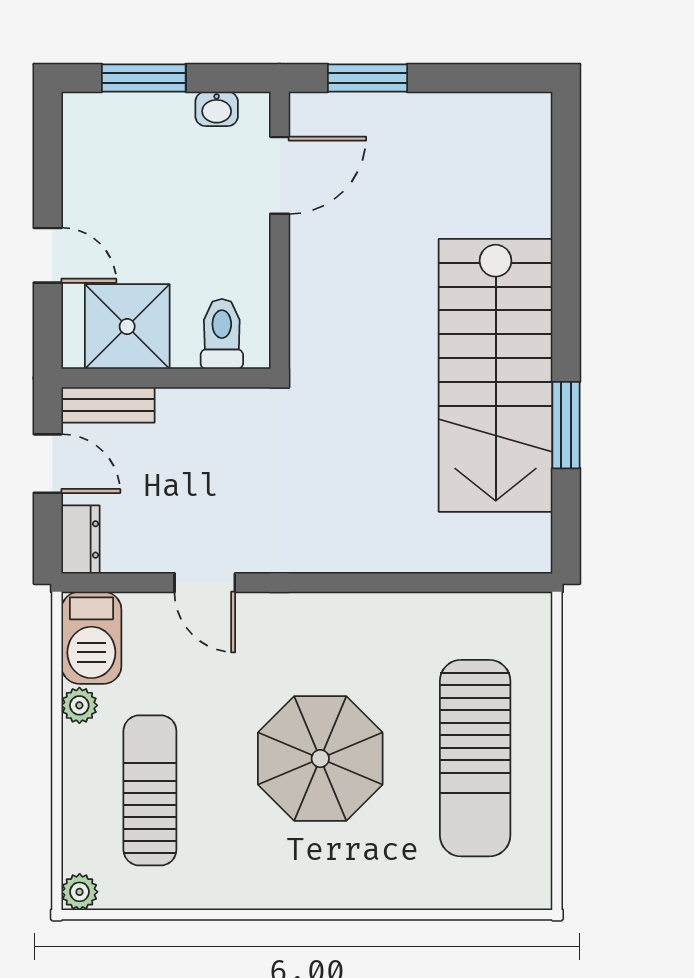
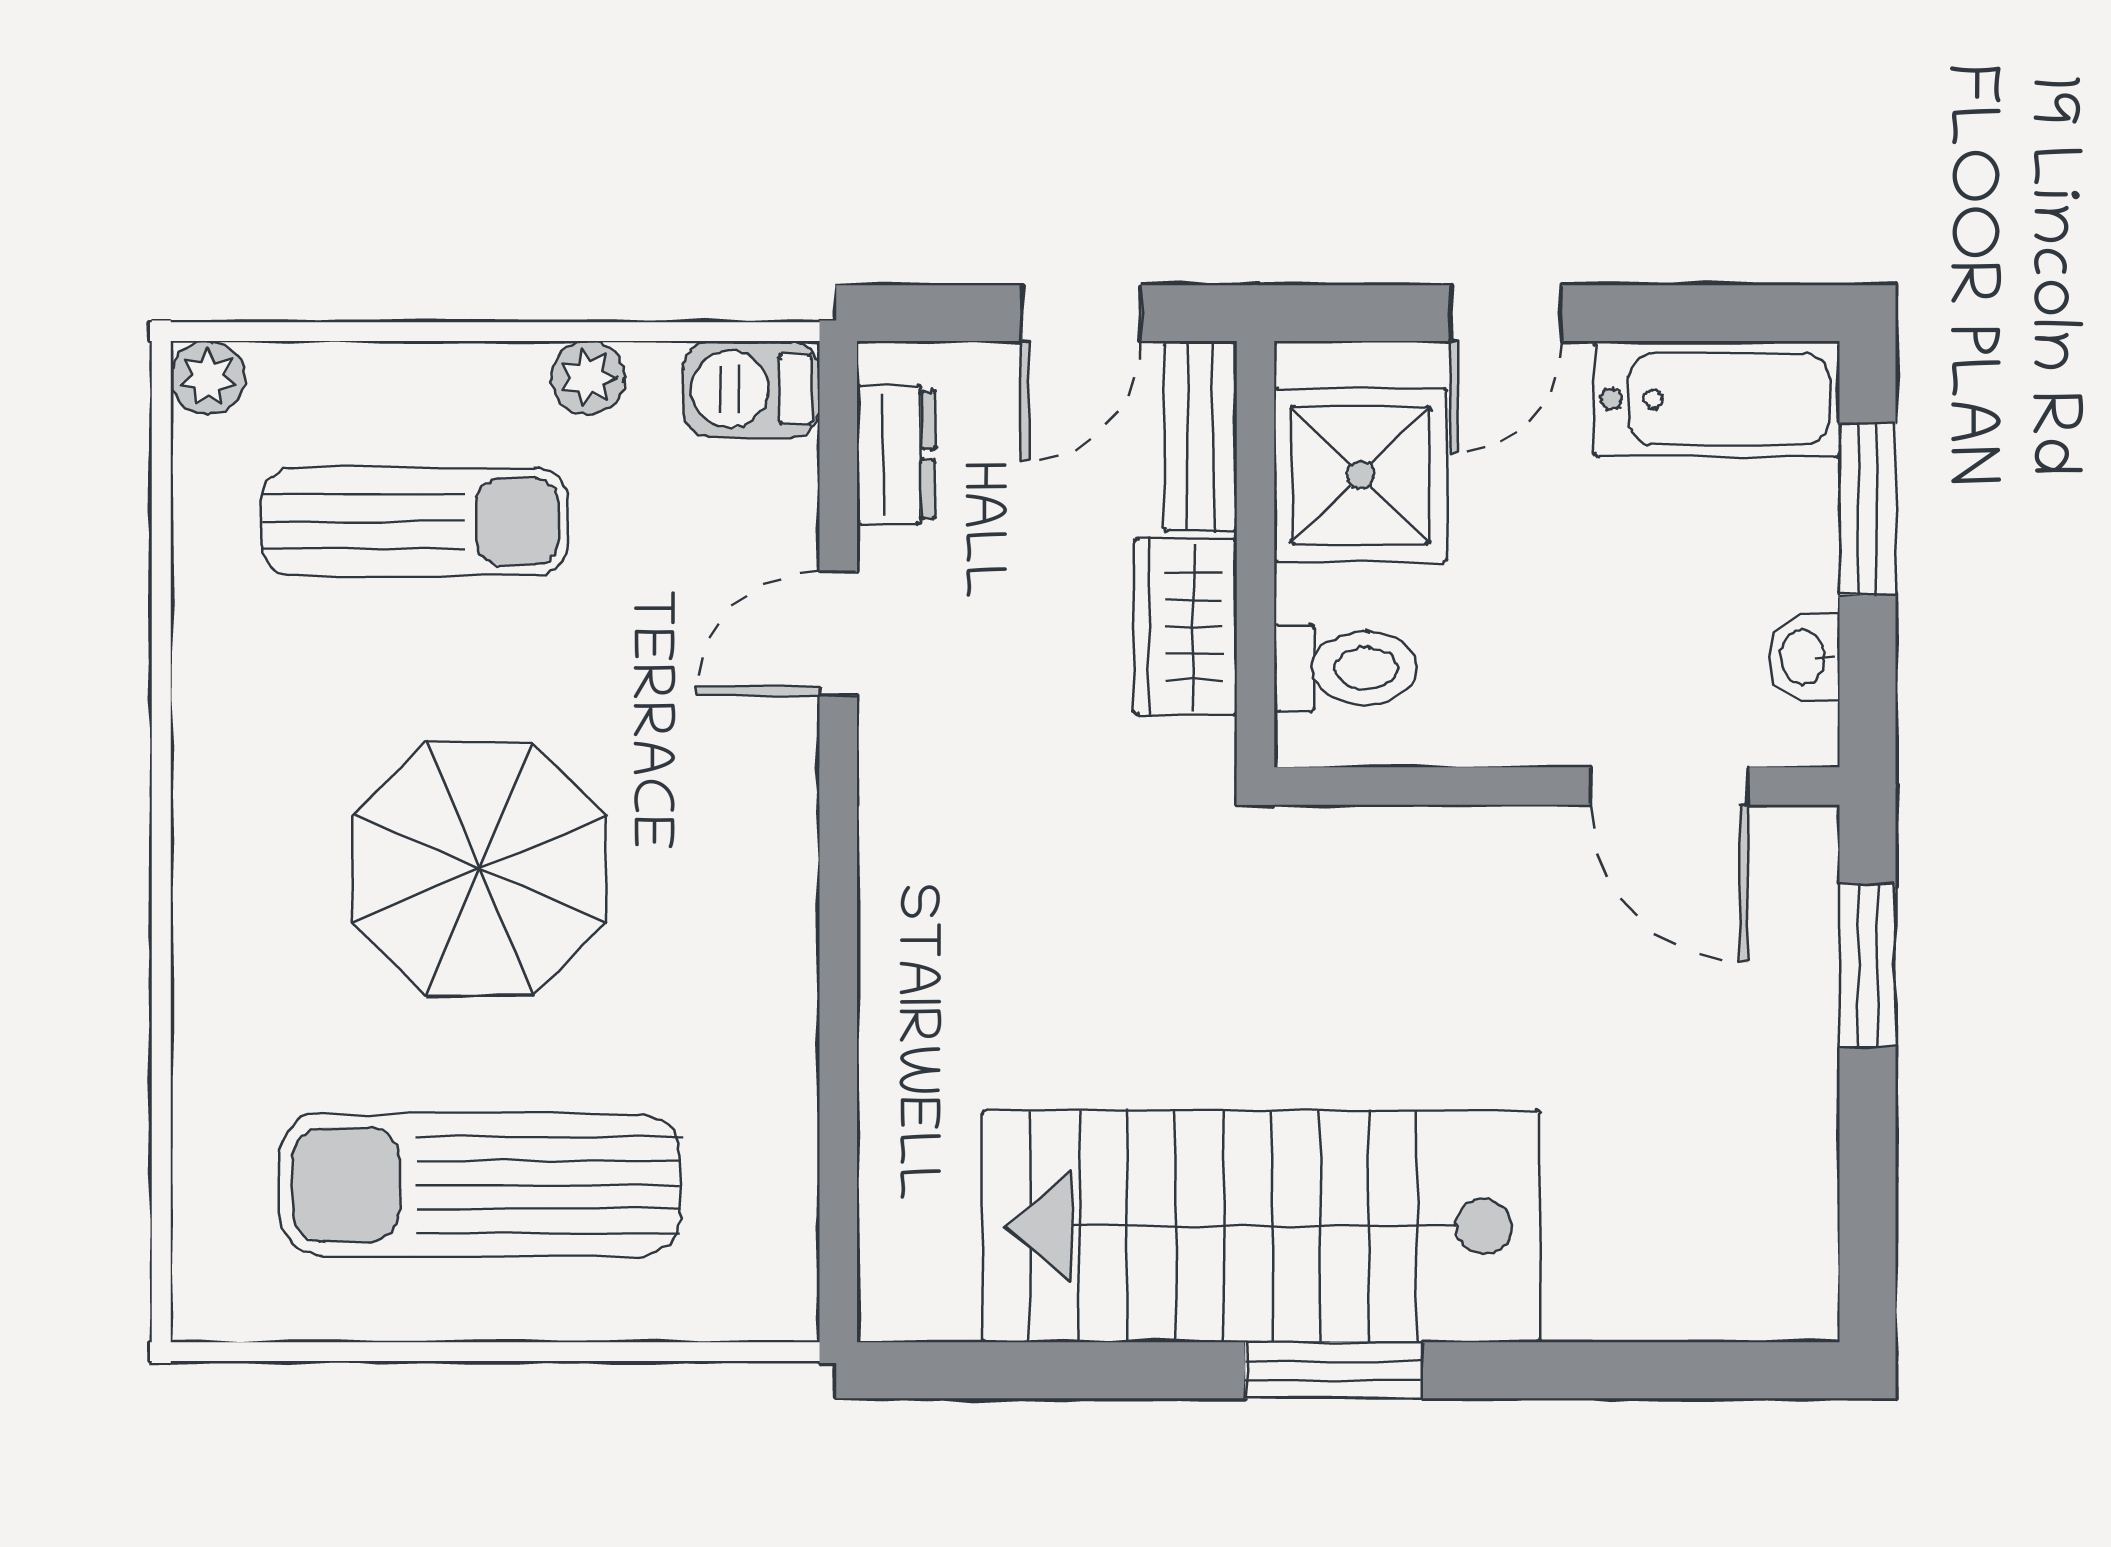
bathtub: (90, 152) -> (1717, 399), added
wardrobe: (202, 412) -> (1186, 627), added
window: (566, 425) -> (1334, 1370), moved
dresser: (81, 539) -> (896, 455), moved, turned -90
barbecue: (91, 638) -> (752, 389), width x0.73, depth x0.79

